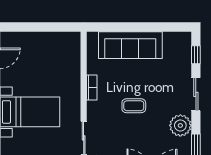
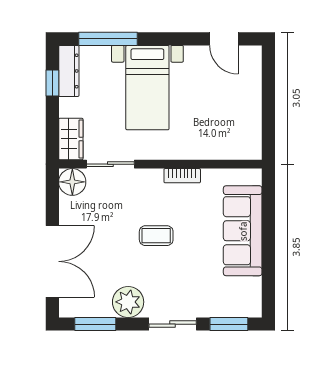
window: (196, 55) -> (229, 324), width x1.50
coffee table: (134, 106) -> (156, 236), turned 90

